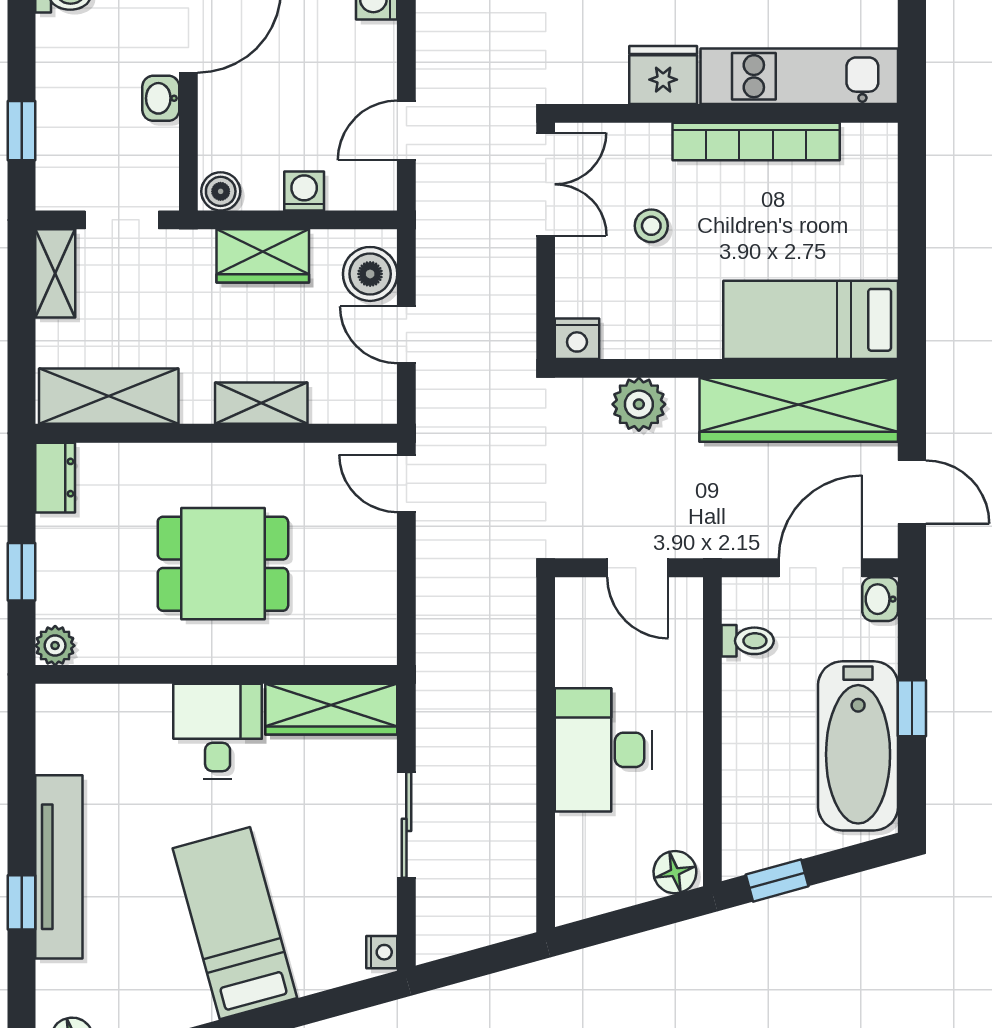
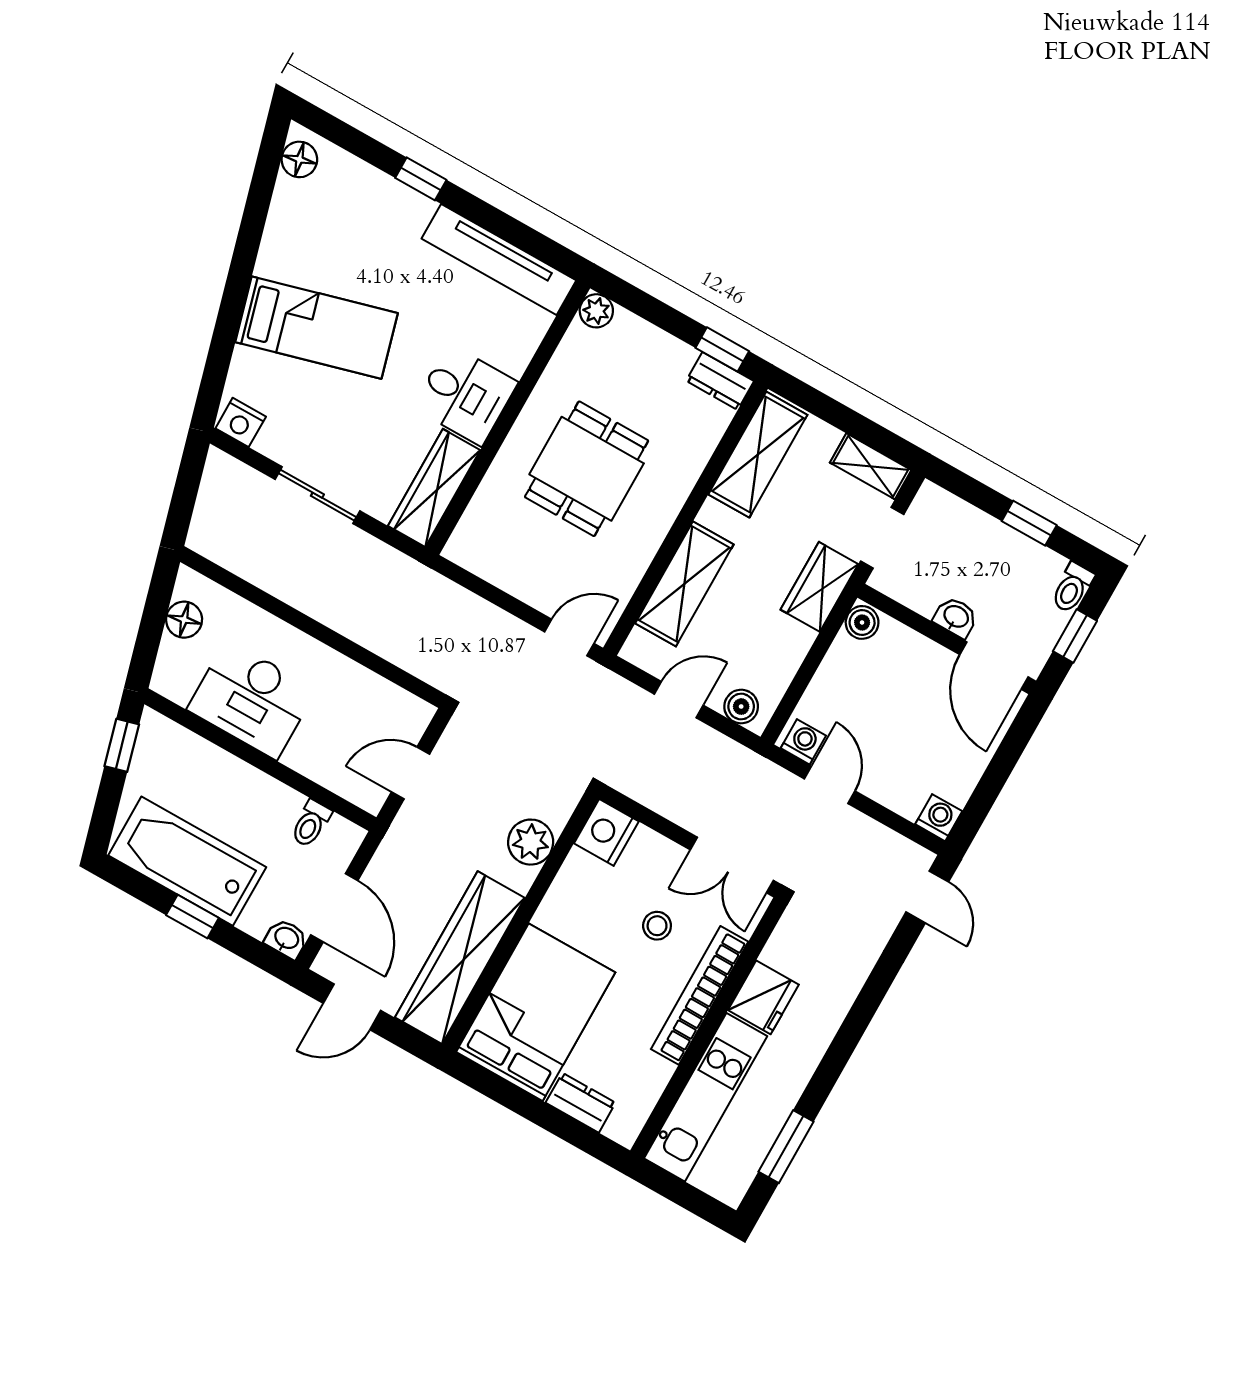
window: (22, 131) -> (1029, 523), moved
bookcase: (756, 142) -> (700, 995), moved
washing machine: (304, 191) -> (803, 742), moved, turned -90
dresser: (878, 201) -> (581, 1103), added
wardrobe: (263, 256) -> (819, 587), moved
boiler: (370, 274) -> (741, 707), width x0.73, depth x0.73
bed: (811, 320) -> (536, 1012), width x1.50
nightstand: (577, 339) -> (606, 832), width x1.36, depth x1.33
shelving: (261, 403) -> (684, 584), width x1.50, depth x1.33
window: (22, 572) -> (722, 349), moved
desk: (603, 750) -> (252, 700), moved, turned 180
tv unit: (59, 867) -> (499, 259), moved
floor lamp: (675, 872) -> (184, 620), moved
nightstand: (382, 952) -> (241, 422), width x1.39, depth x1.35

